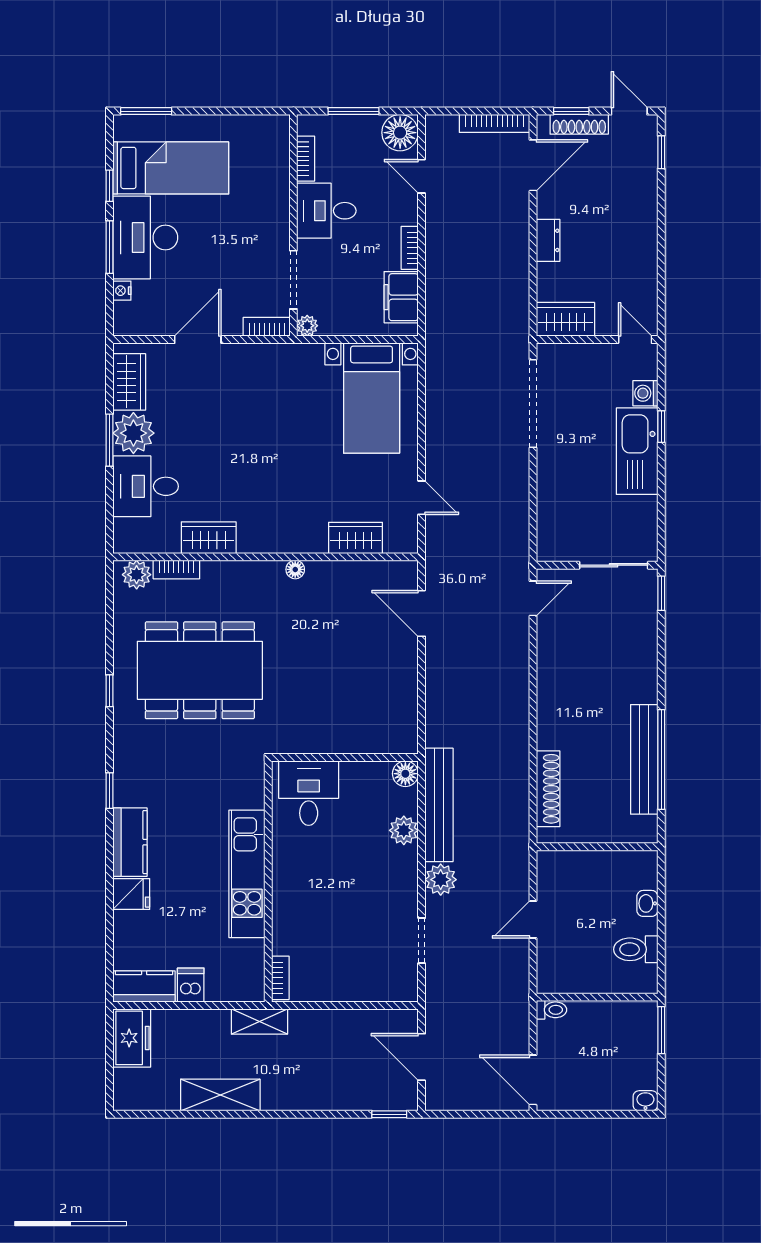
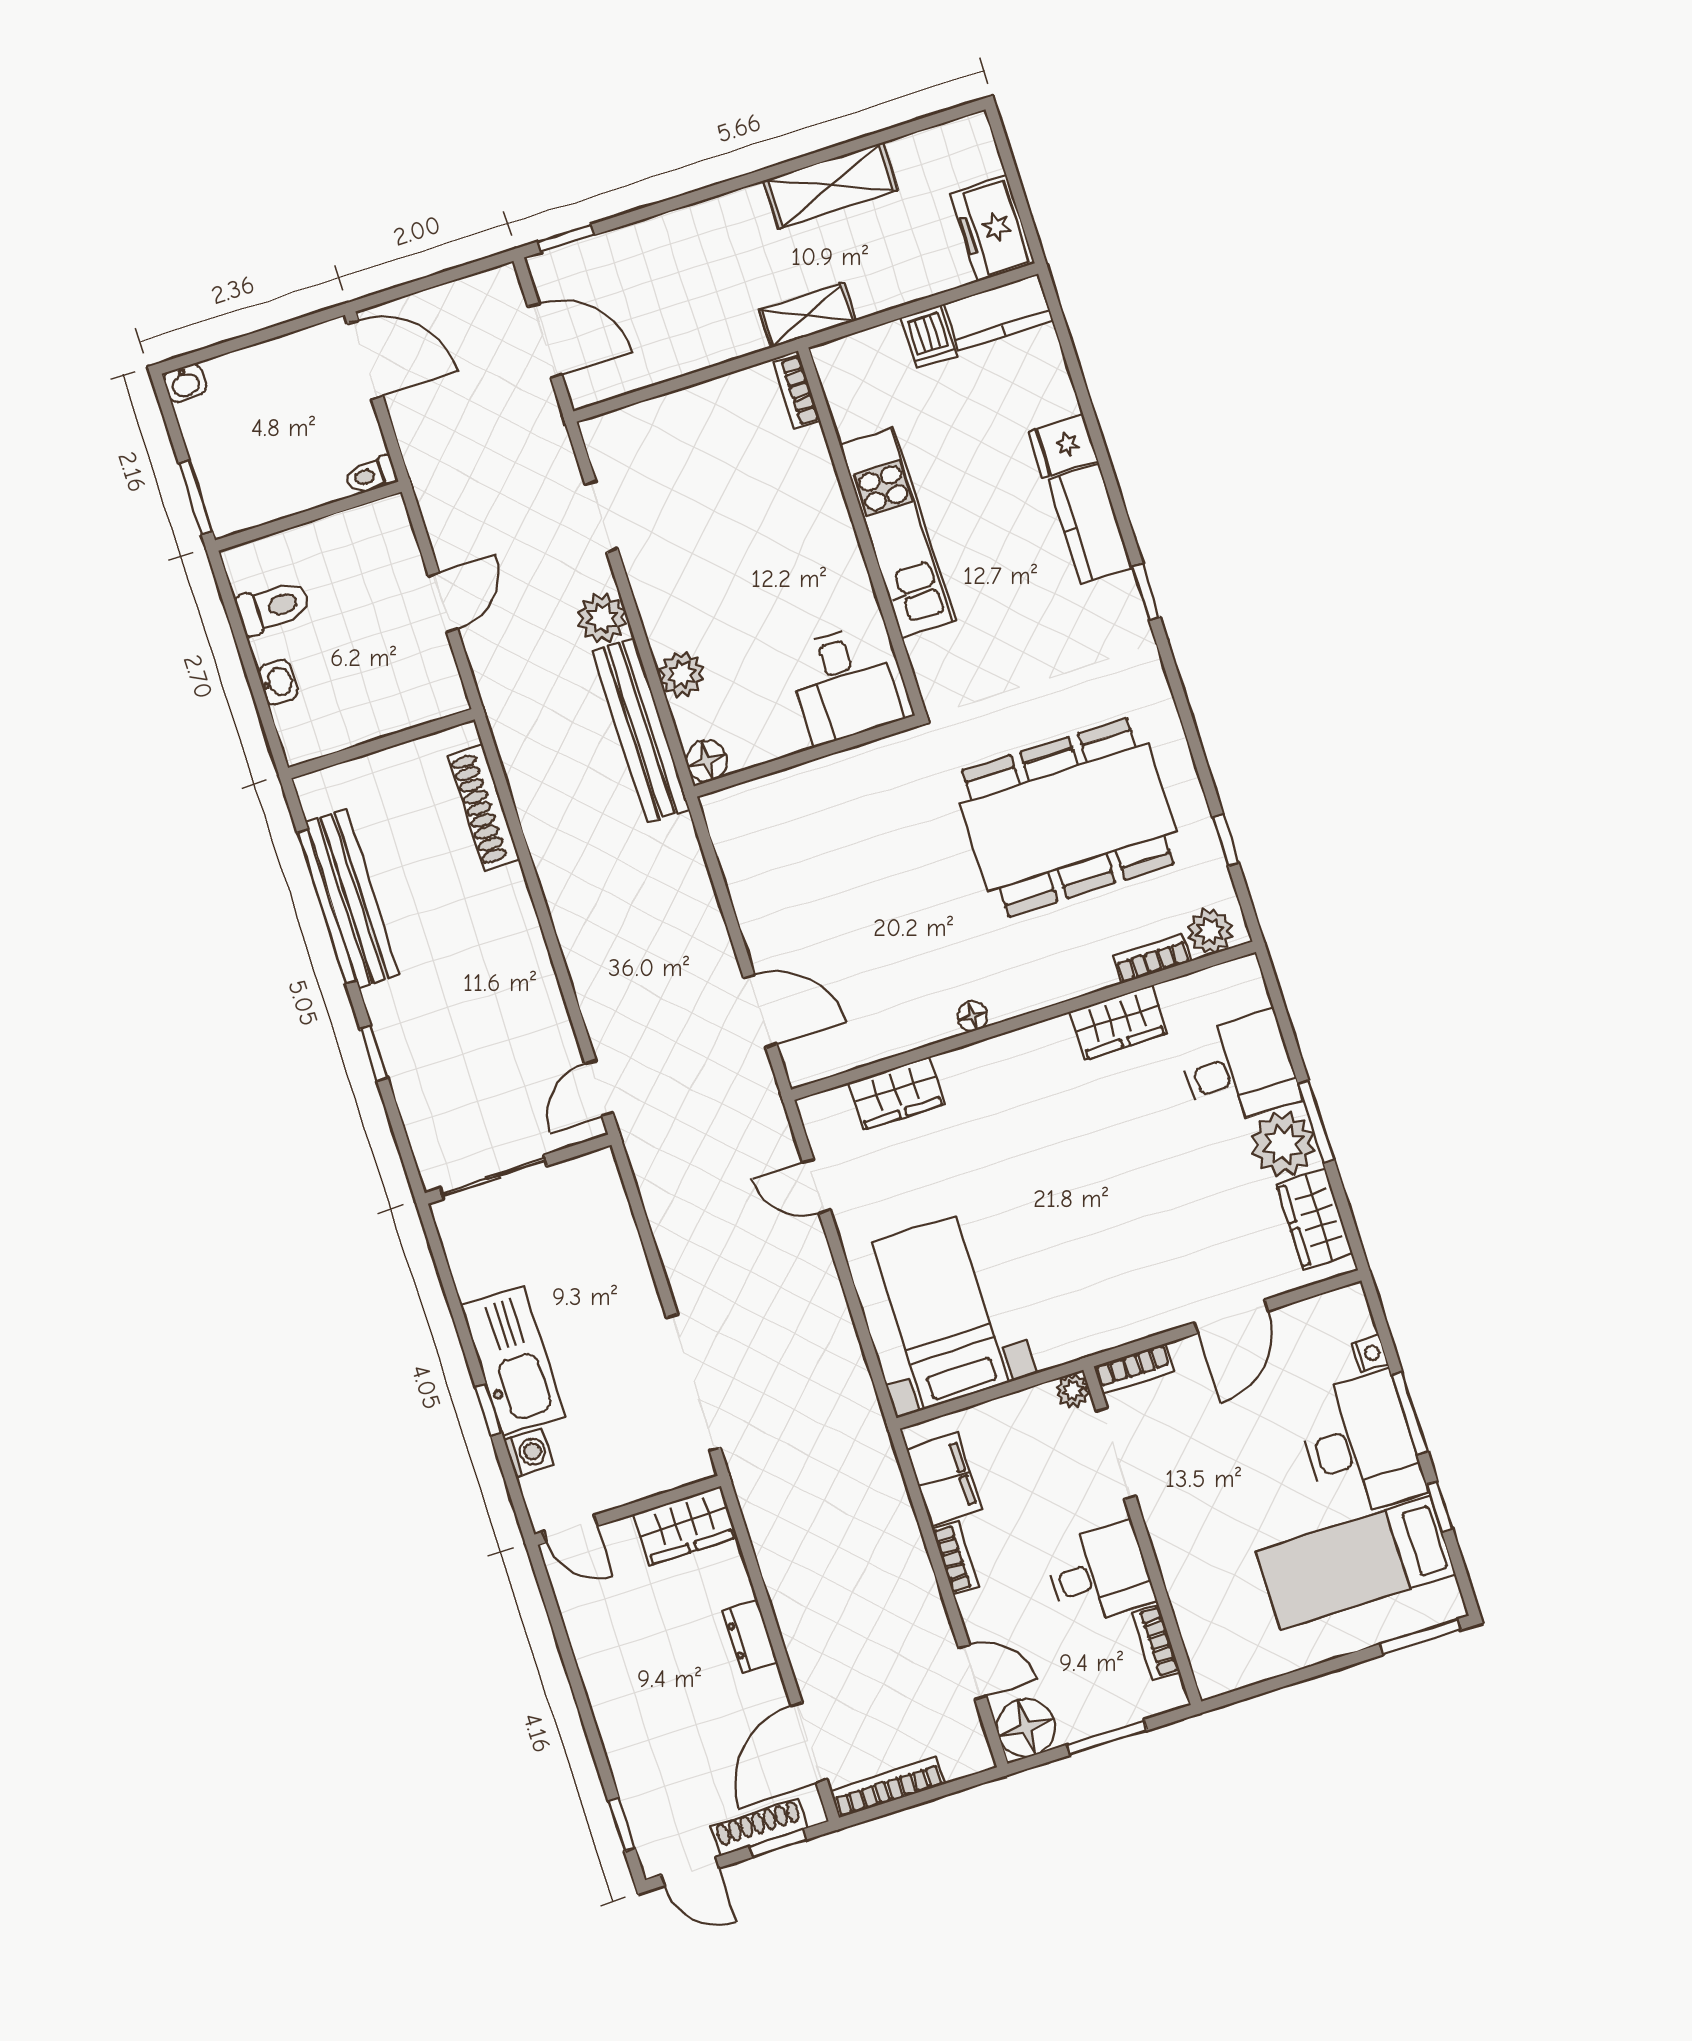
window: (661, 593) -> (374, 1053), moved
window: (109, 691) -> (1226, 840), moved

